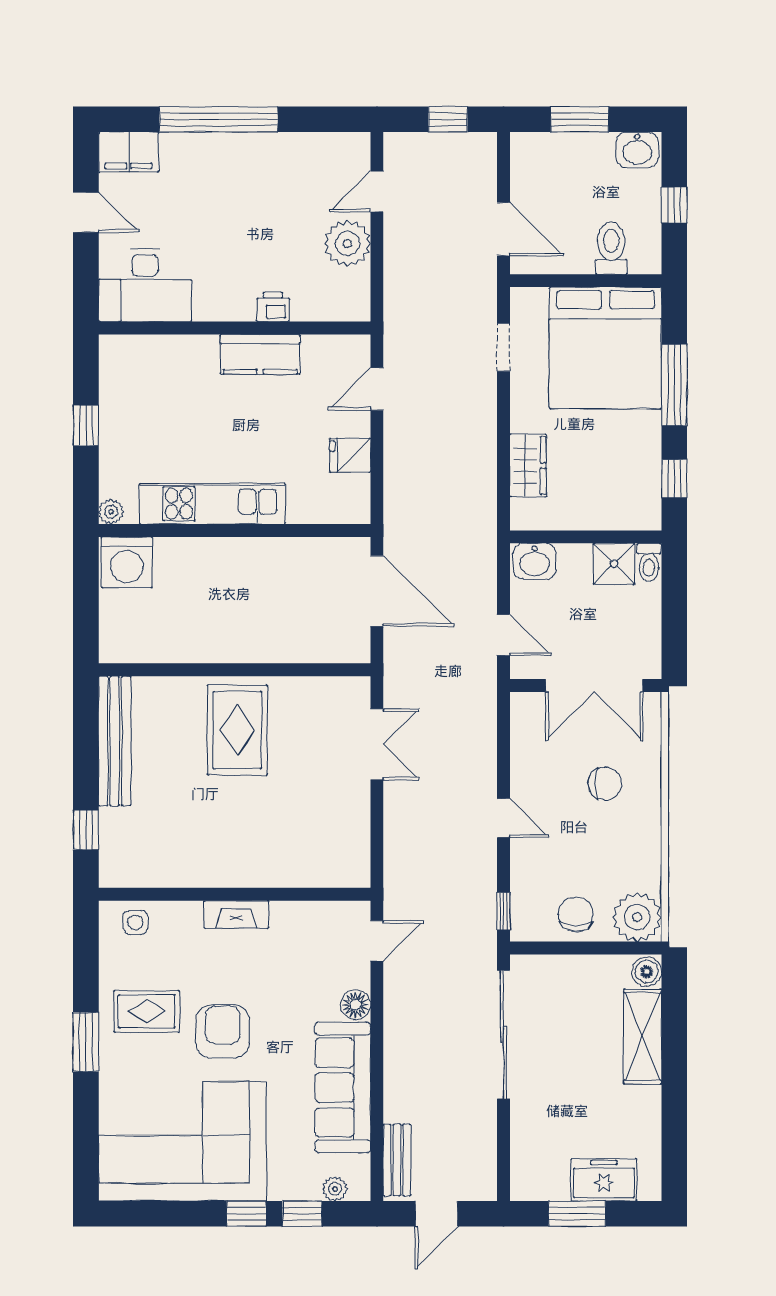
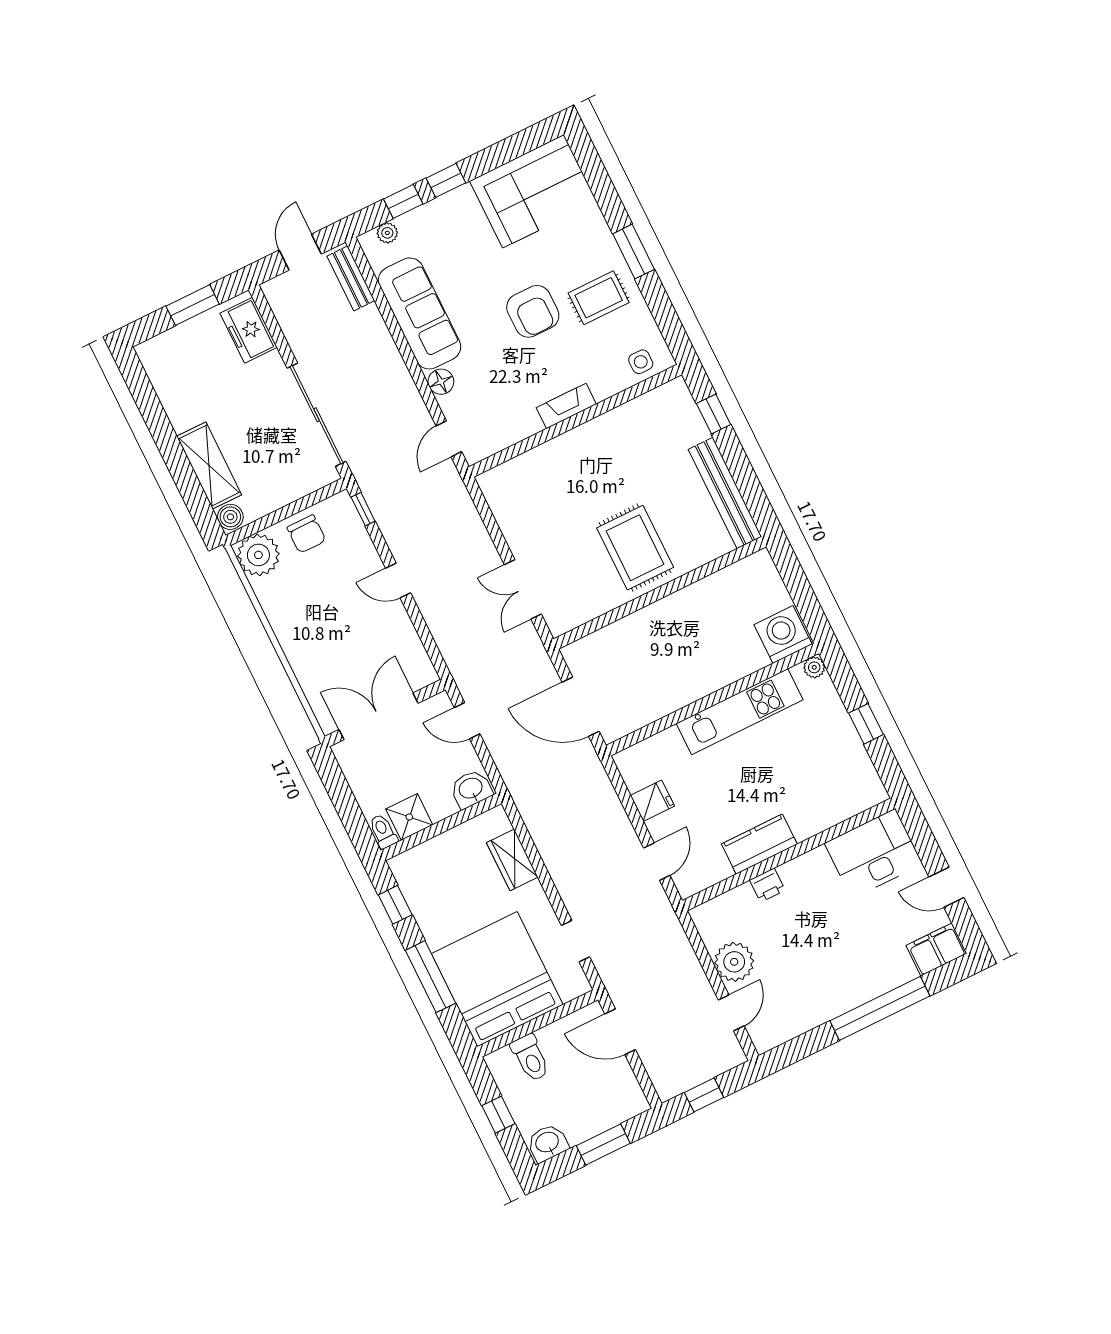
chair: (605, 784) -> (333, 645), removed
corner sofa: (182, 1141) -> (533, 191), width x0.73, depth x0.74
freezer: (604, 1180) -> (249, 330), moved, turned 90

